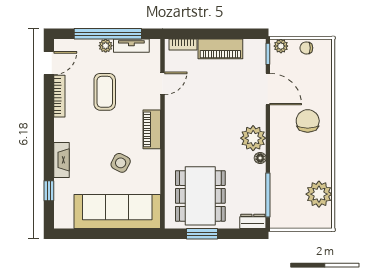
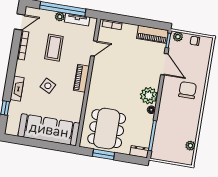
piano: (220, 49) -> (153, 34), moved
side table: (121, 163) -> (48, 86), moved
plant: (319, 194) -> (190, 146), width x0.53, depth x0.53

